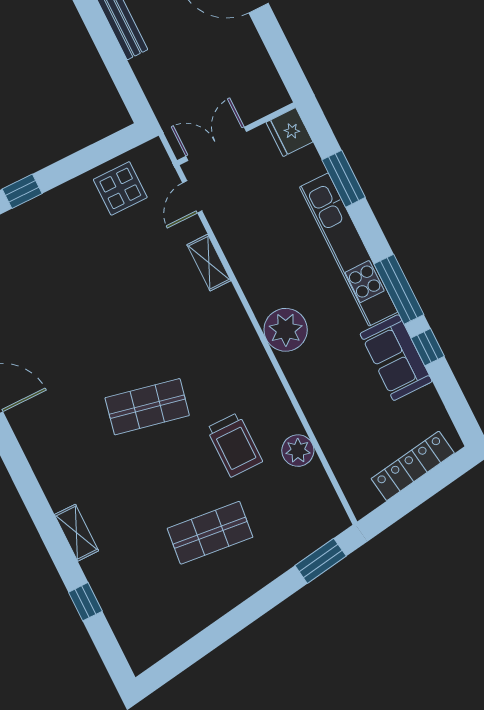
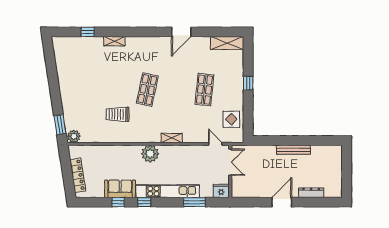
shelving: (209, 263) -> (172, 138), moved
window: (399, 289) -> (144, 202), width x0.46
plant: (298, 451) -> (74, 136), moved
shop shelf: (210, 533) -> (204, 90), moved

